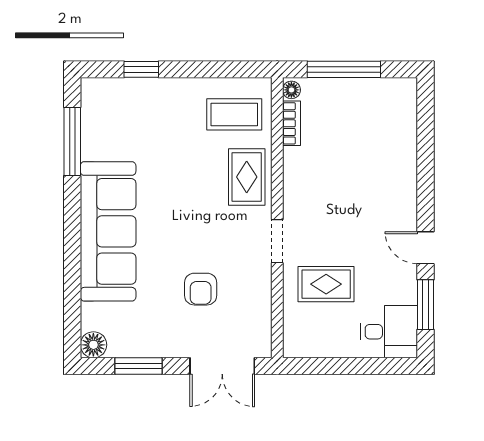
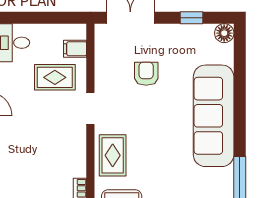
filing cabinet: (298, 323) -> (75, 49), added
window: (138, 366) -> (191, 18), width x0.67

